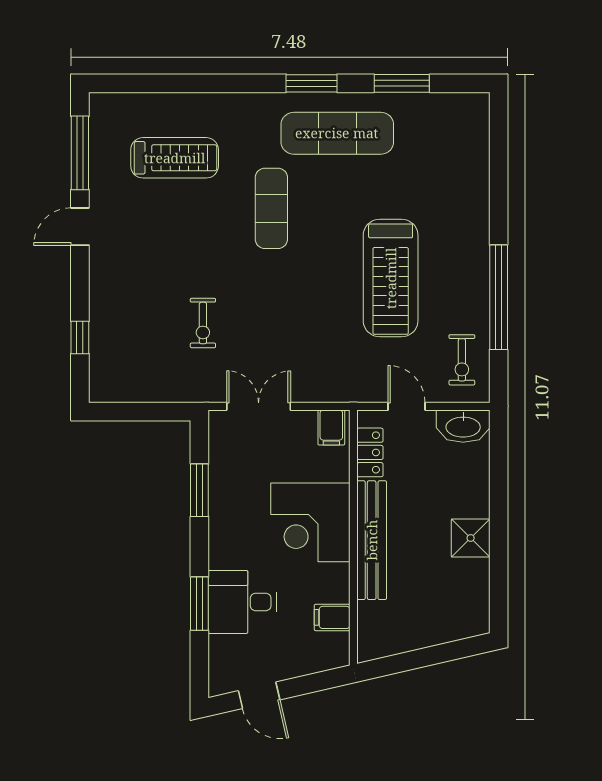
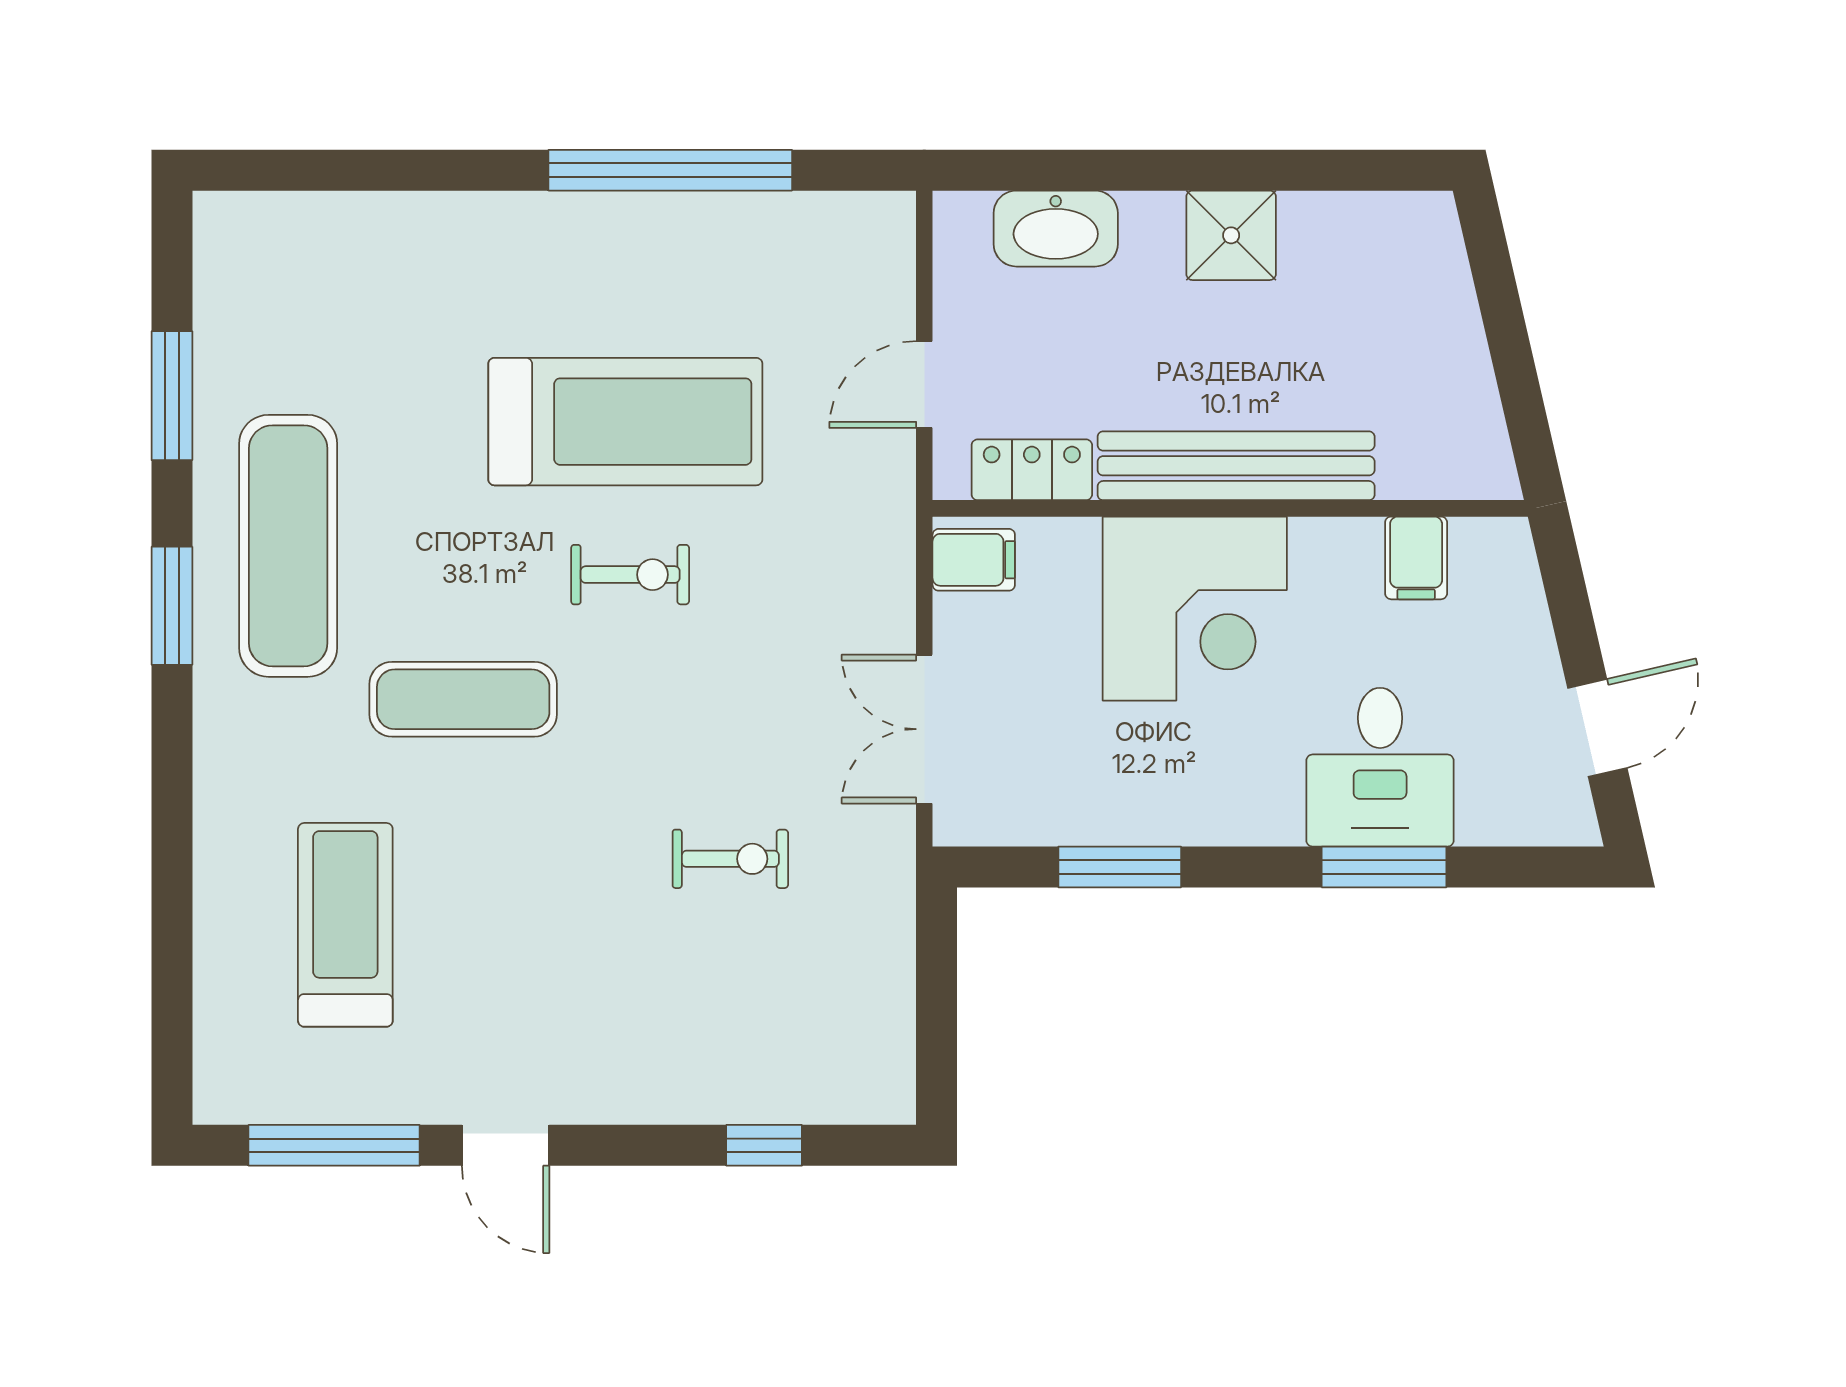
exercise bike: (462, 360) -> (630, 575), moved
washbasin: (463, 426) -> (1056, 229), moved, turned 90

